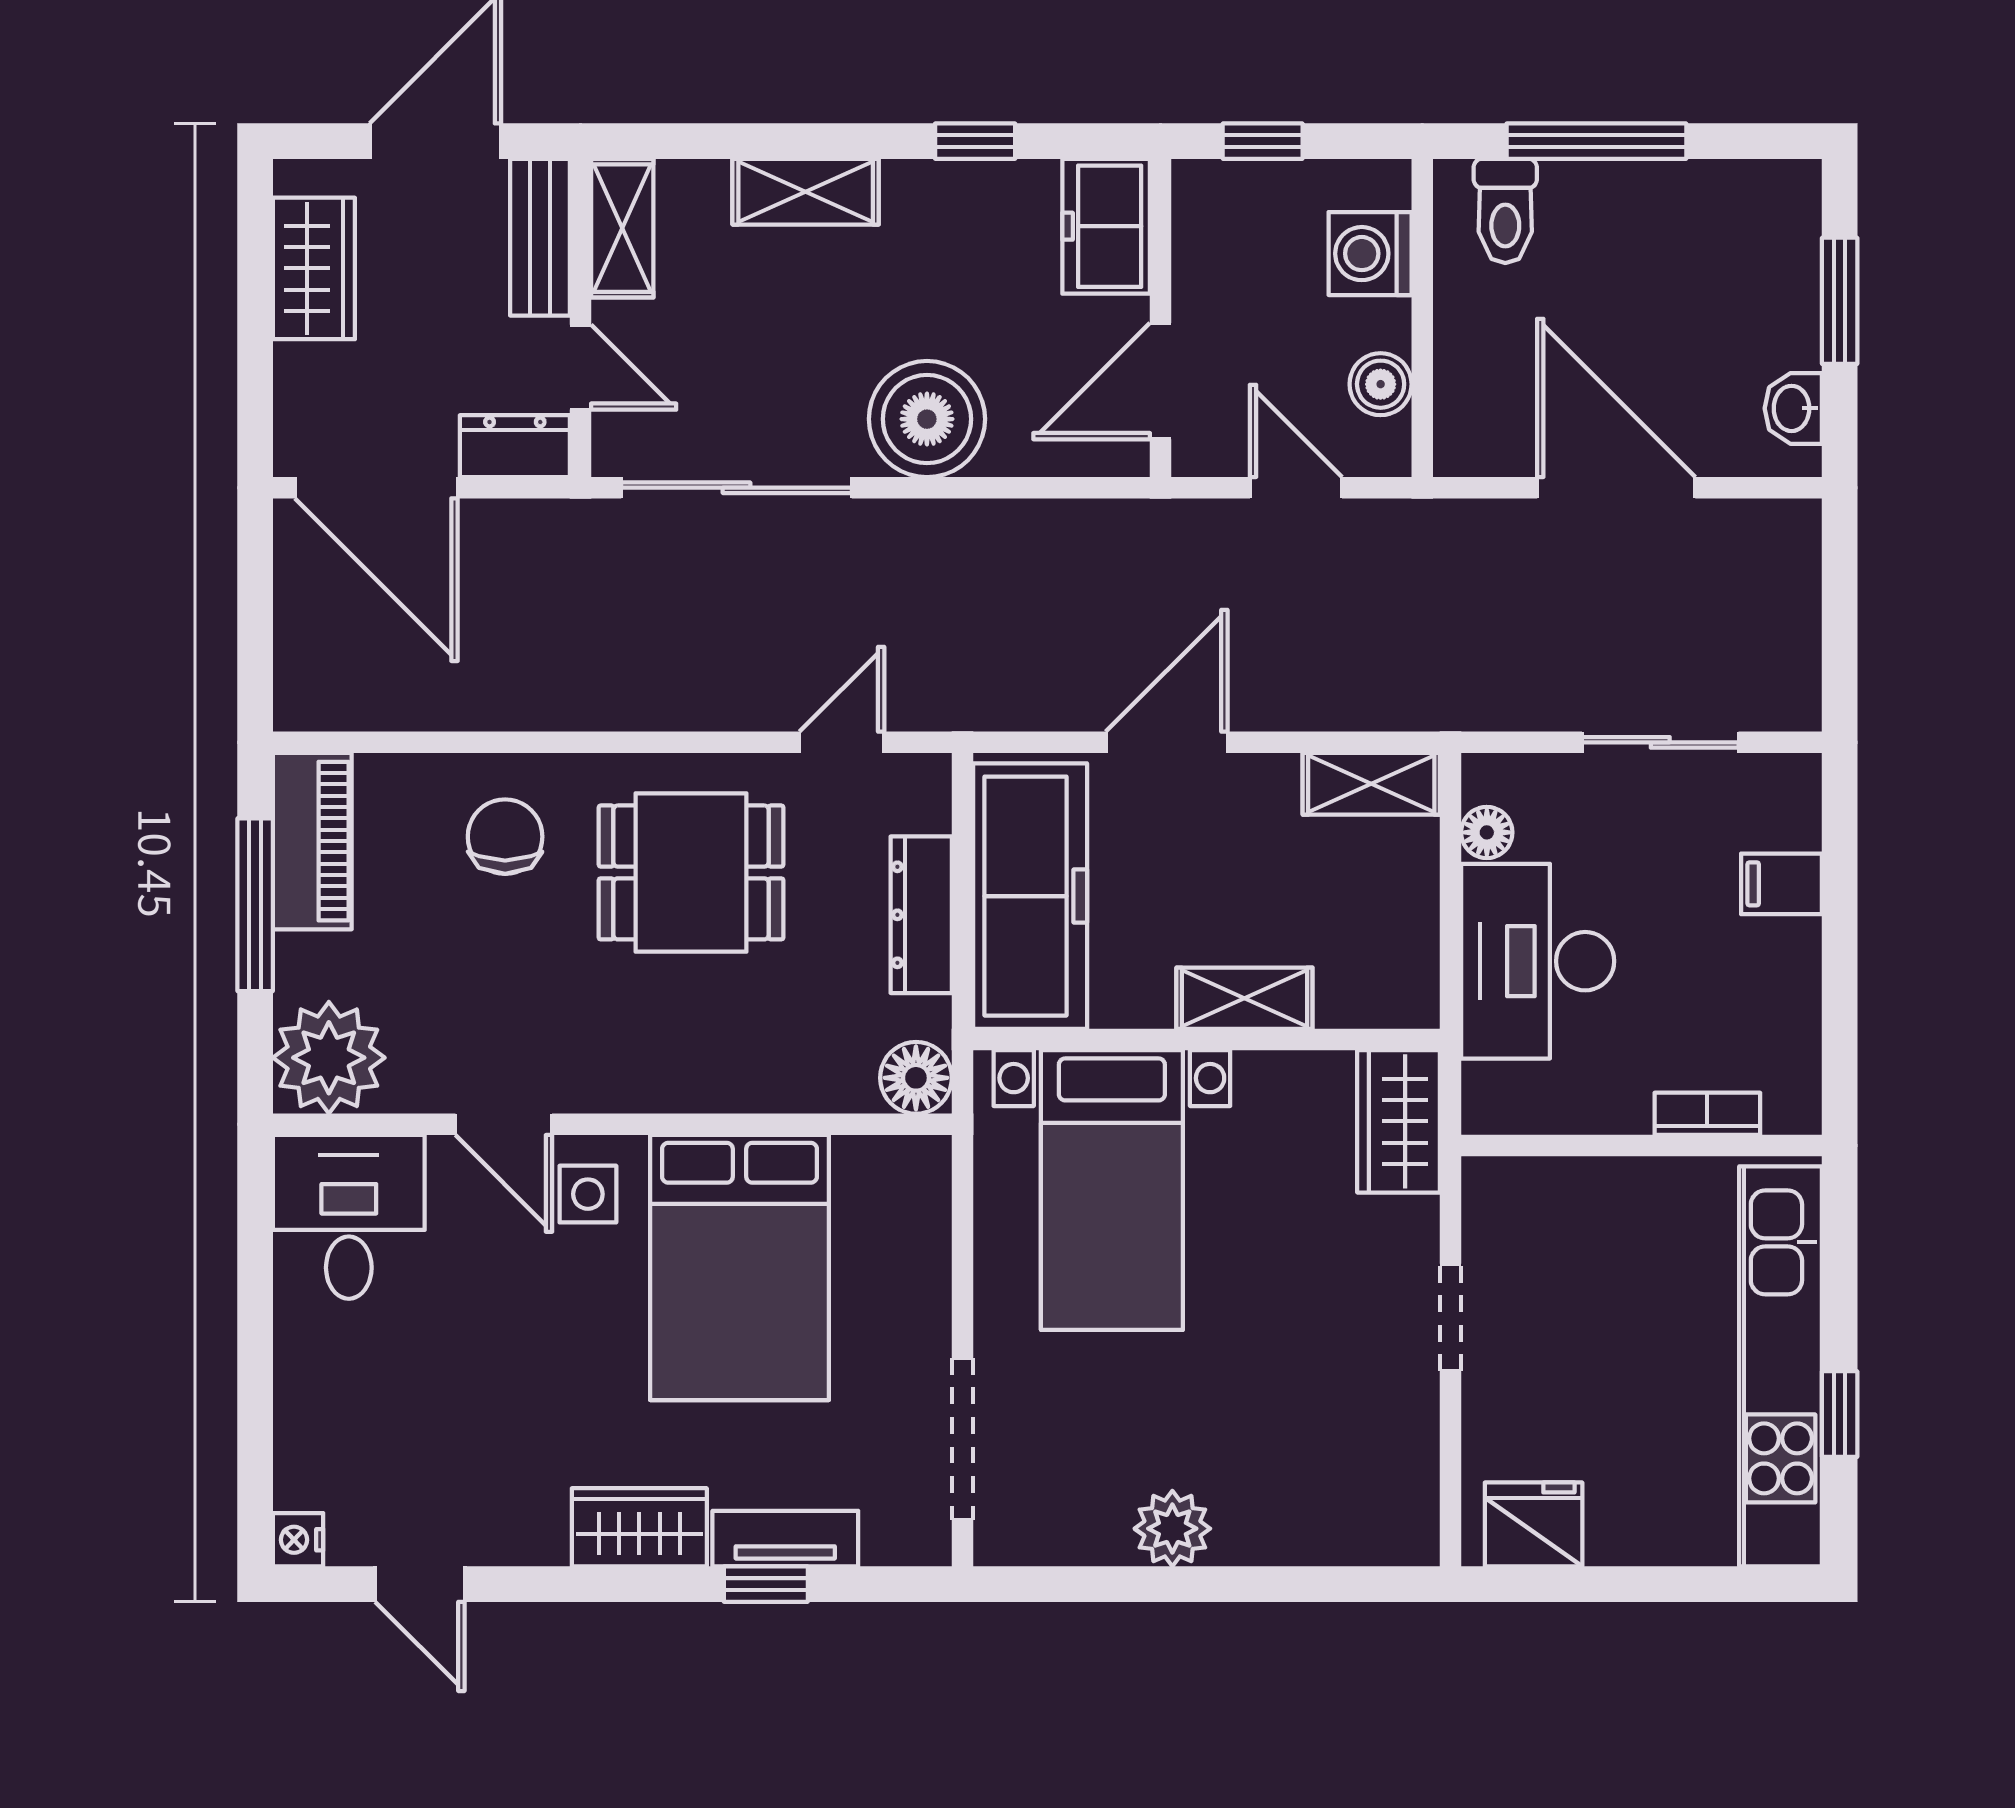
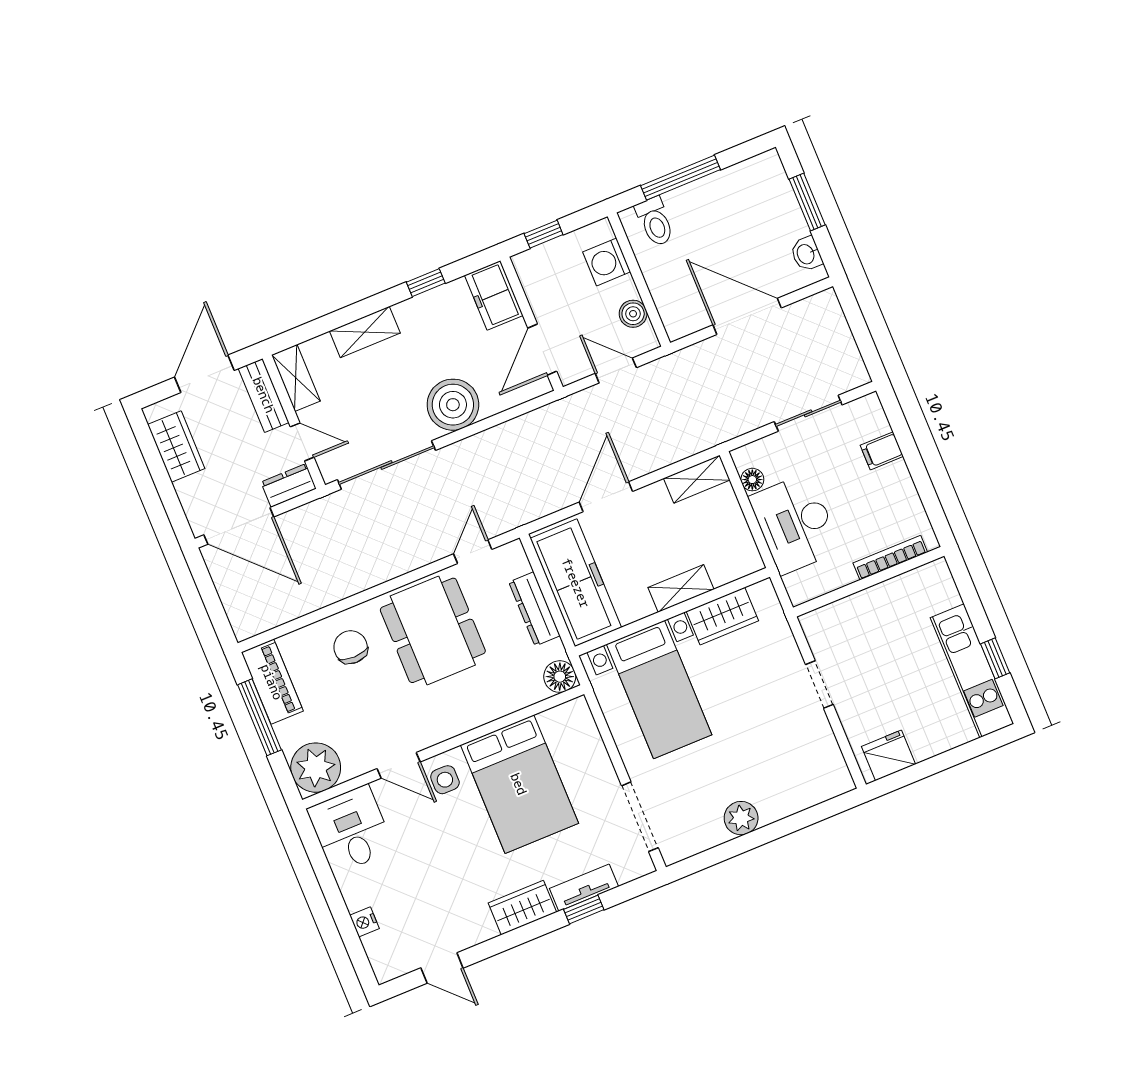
dining table: (691, 872) -> (433, 630), width x1.38
bookcase: (1707, 1114) -> (890, 558), width x1.56
wardrobe: (1399, 1121) -> (722, 616), moved, turned -90
kitchen unit: (1781, 1366) -> (972, 671), width x0.73
nightstand: (298, 1540) -> (364, 922), moved

